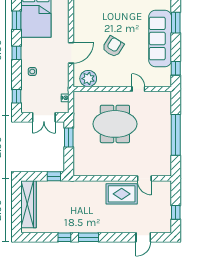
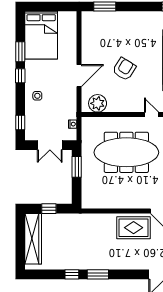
window: (16, 20) -> (20, 52), moved
meeting table: (115, 124) -> (126, 152), width x1.36
window: (54, 176) -> (49, 209), moved

